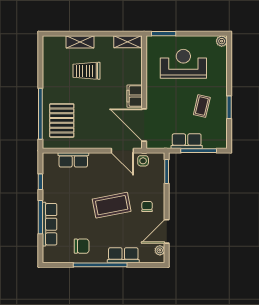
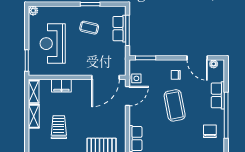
shelving: (80, 42) -> (34, 116), moved
trolley: (86, 71) -> (59, 127), turned 180
filing cabinet: (135, 96) -> (61, 86), moved
row of seats: (187, 141) -> (119, 29), moved

